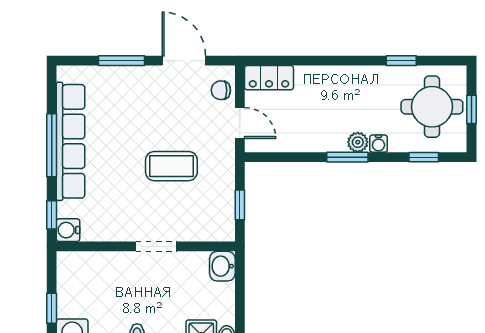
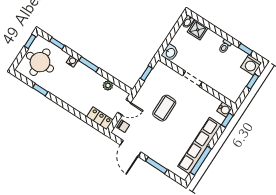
window: (471, 109) -> (30, 41), moved
door: (240, 123) -> (124, 107), swing flipped
plant: (358, 142) -> (108, 85), moved
window: (52, 145) -> (201, 161), moved
coffee table: (171, 166) -> (164, 108), turned 90

